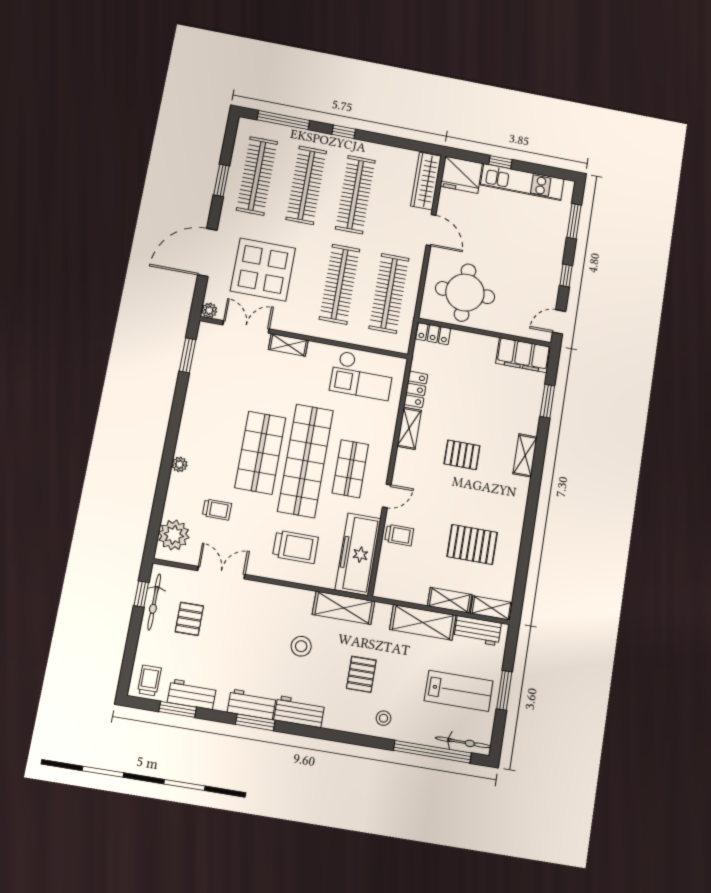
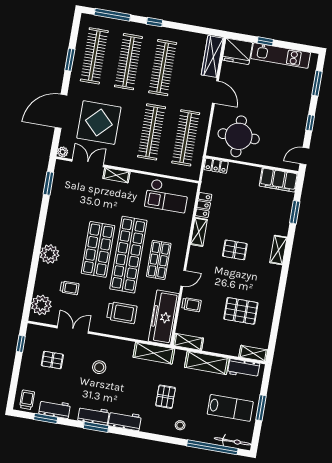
plant: (179, 464) -> (49, 254), width x1.88, depth x1.88
shelving: (450, 600) -> (188, 342), moved
bicycle: (154, 602) -> (29, 349), removed
pallet: (189, 619) -> (52, 360), turned 90
stool: (301, 646) -> (99, 367), moved

